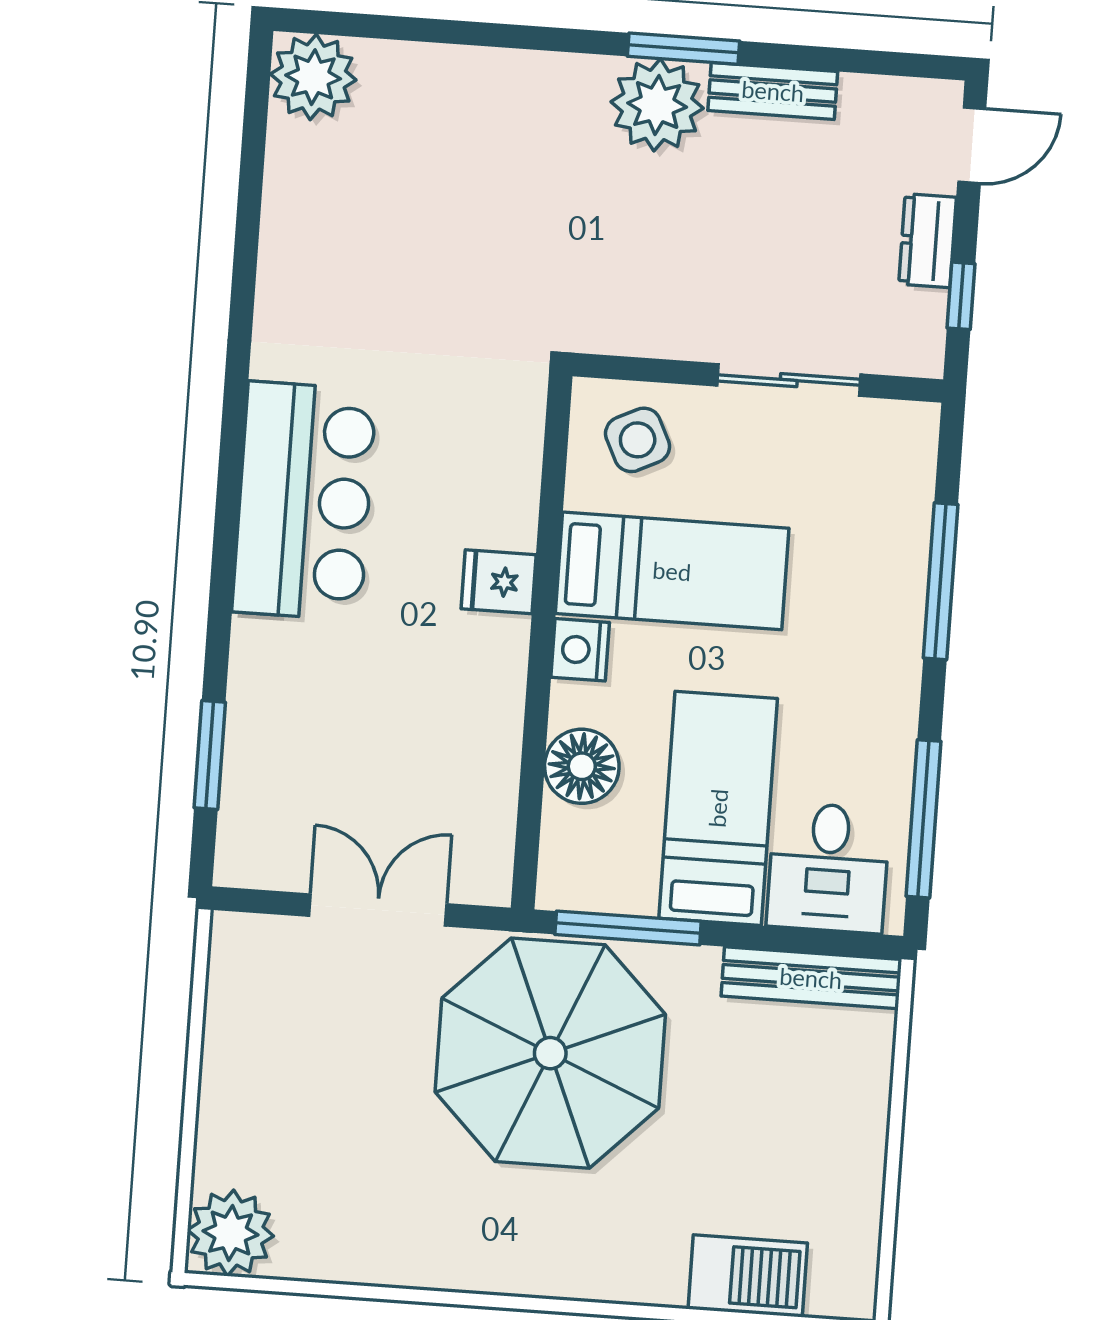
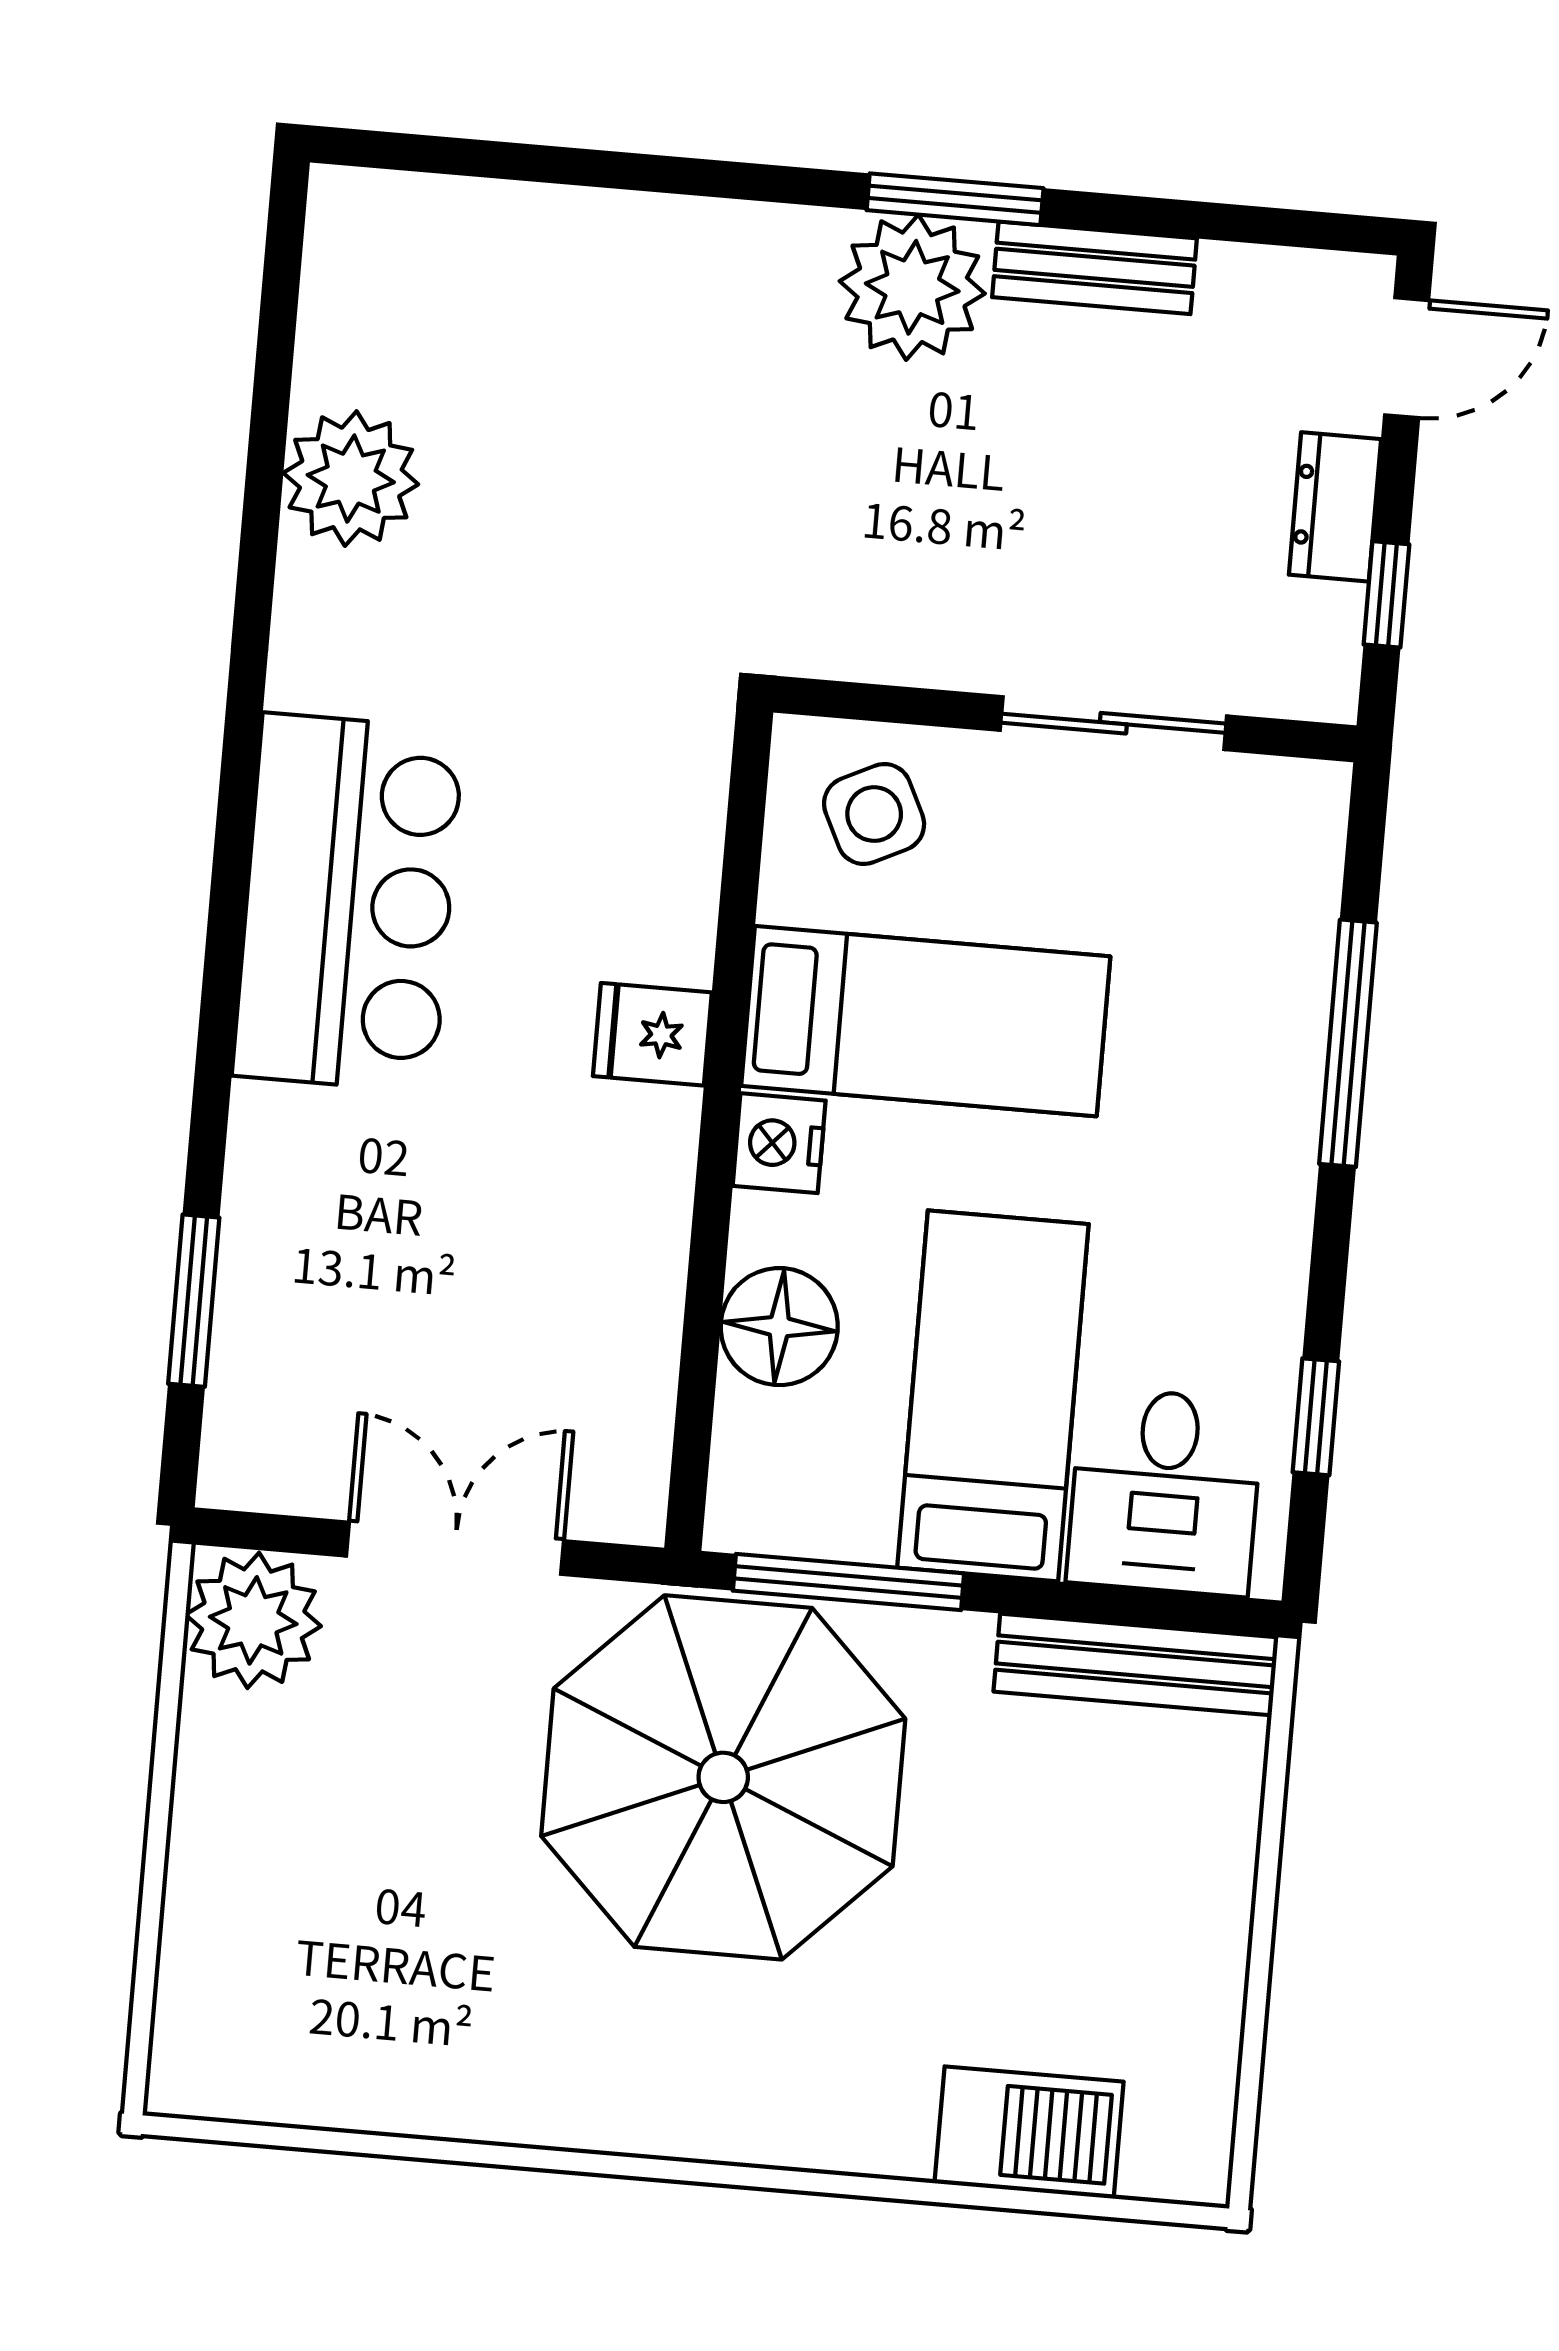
plant: (313, 77) -> (351, 479), moved
window: (924, 819) -> (1316, 1417), width x0.46
plant: (231, 1233) -> (253, 1620), moved

